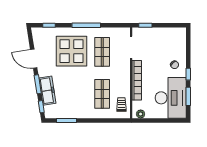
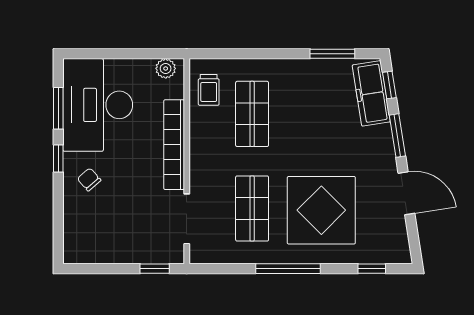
freezer: (47, 91) -> (371, 93), moved

